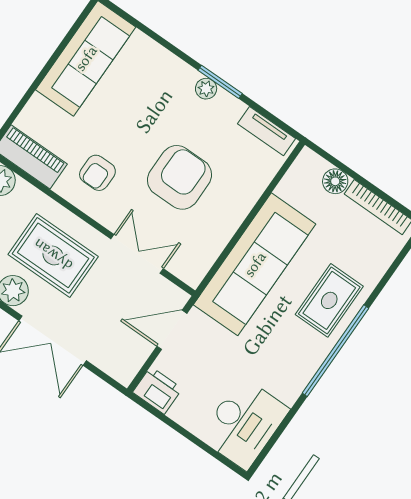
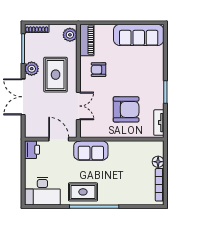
plant: (206, 89) -> (159, 88), removed
armchair: (179, 177) -> (126, 109), moved
sofa: (255, 264) -> (91, 150), width x0.54, depth x0.79
rug: (329, 300) -> (83, 192), moved

